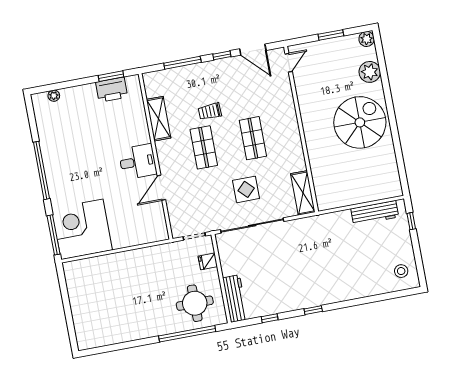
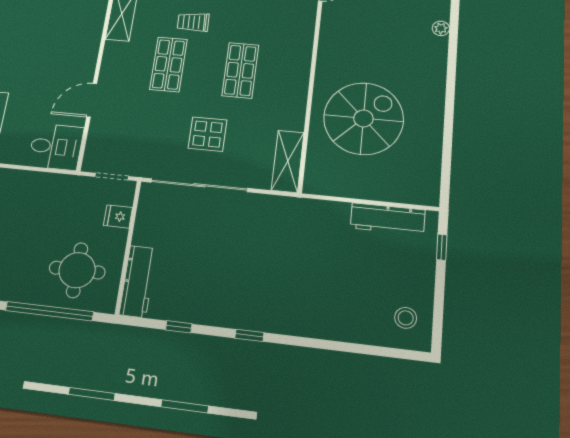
plant: (370, 72) -> (441, 28), width x0.53, depth x0.53
spiral stairs: (360, 122) -> (363, 118), moved
desk: (138, 162) -> (56, 147), moved

